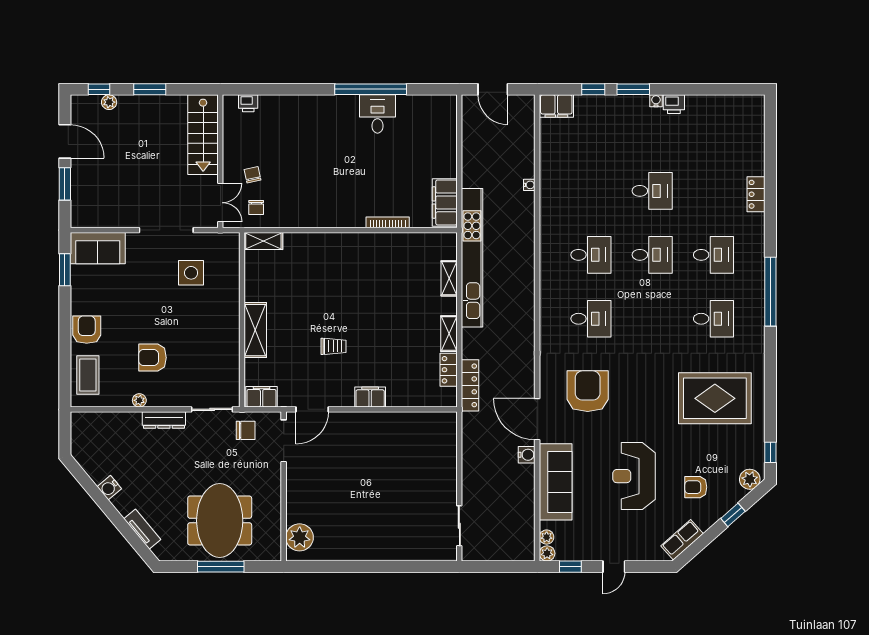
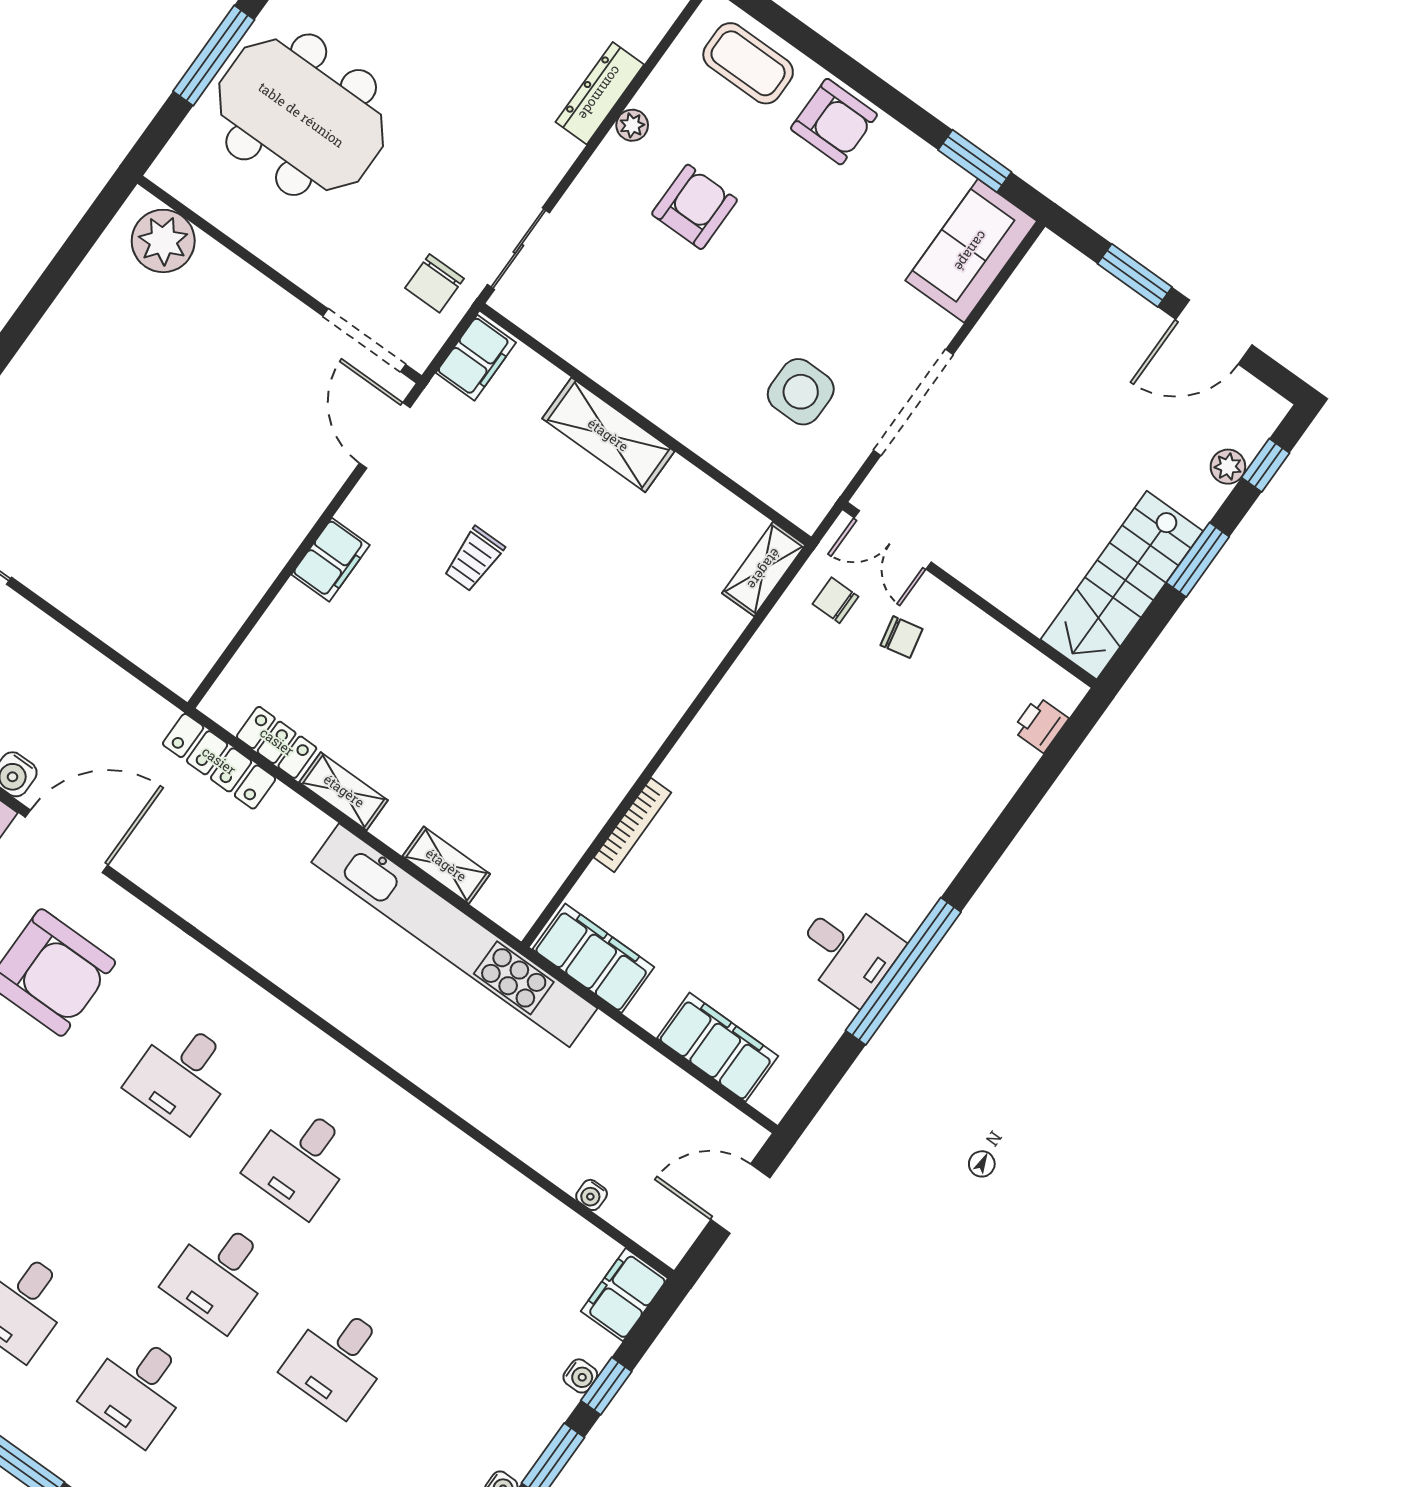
water cooler: (596, 101) -> (580, 1376), added
stairs: (203, 135) -> (1122, 585), moved, turned -90
filing cabinet: (445, 136) -> (718, 1047), added
water cooler: (529, 185) -> (592, 1195), moved
dresser: (164, 420) -> (600, 93), moved

